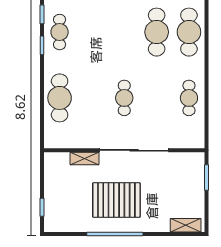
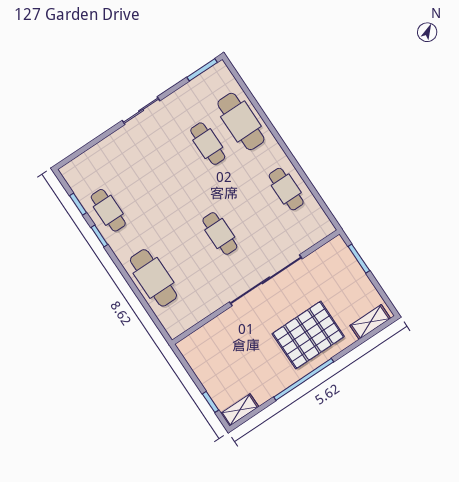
cafe table: (157, 32) -> (208, 144), width x0.73, depth x0.74
shelving: (85, 158) -> (240, 410), moved
pallet: (116, 200) -> (308, 335), moved

